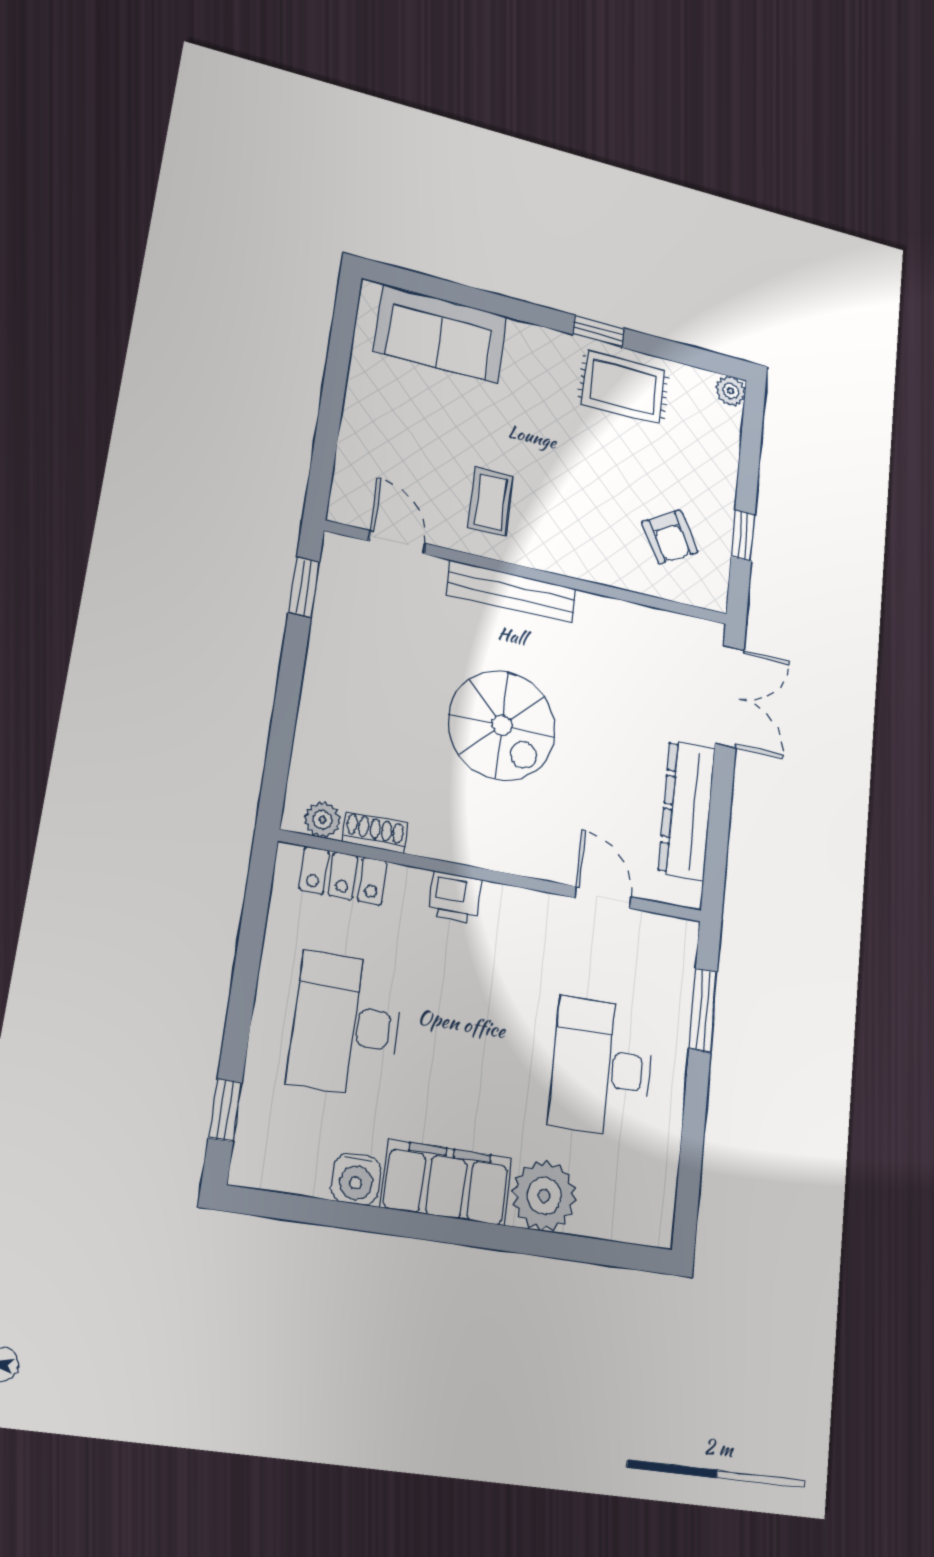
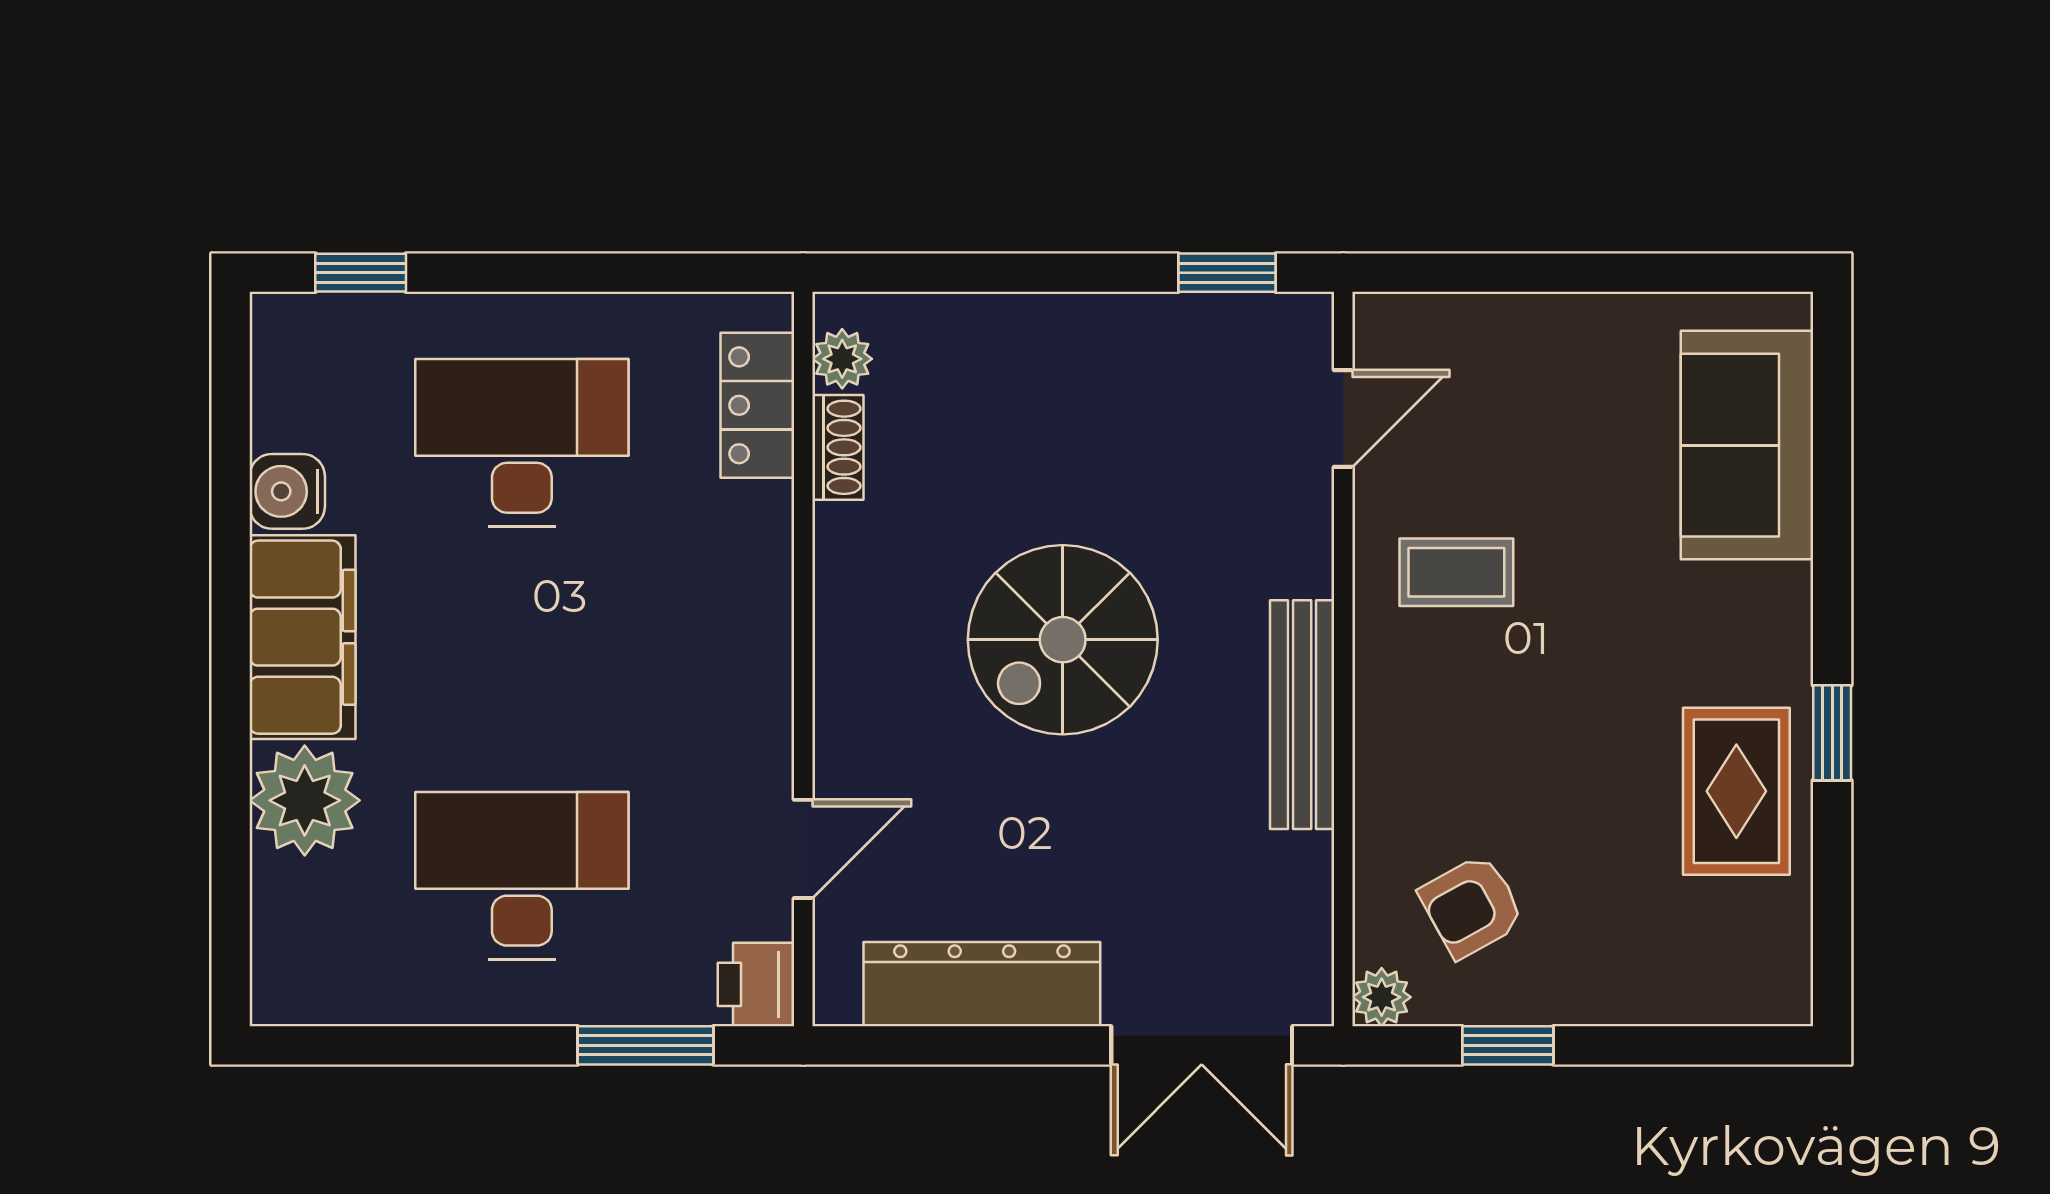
plant: (731, 391) -> (1382, 997), moved
bench: (512, 592) -> (1302, 715), moved
printer: (455, 898) -> (756, 984), moved

